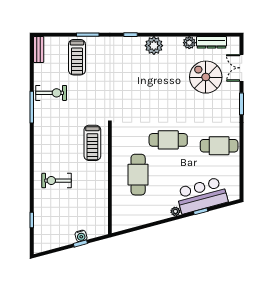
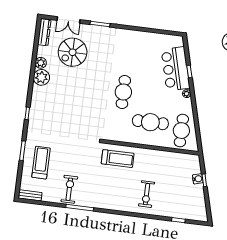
dresser: (211, 42) -> (44, 32), moved
plant: (154, 46) -> (41, 77), moved
treadmill: (77, 57) -> (41, 163), turned -90
cafe table: (219, 146) -> (181, 131), moved

